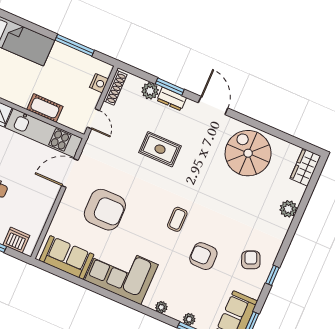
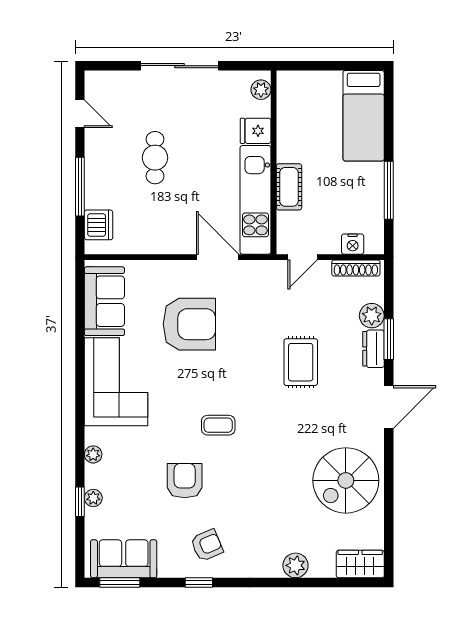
spiral stairs: (248, 153) -> (346, 480), turned 180
armchair: (105, 210) -> (189, 324), turned -90

